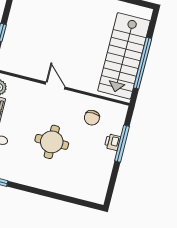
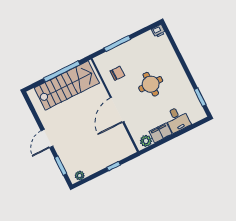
door: (55, 86) -> (117, 110), width x1.88
printer: (113, 142) -> (158, 31), moved

